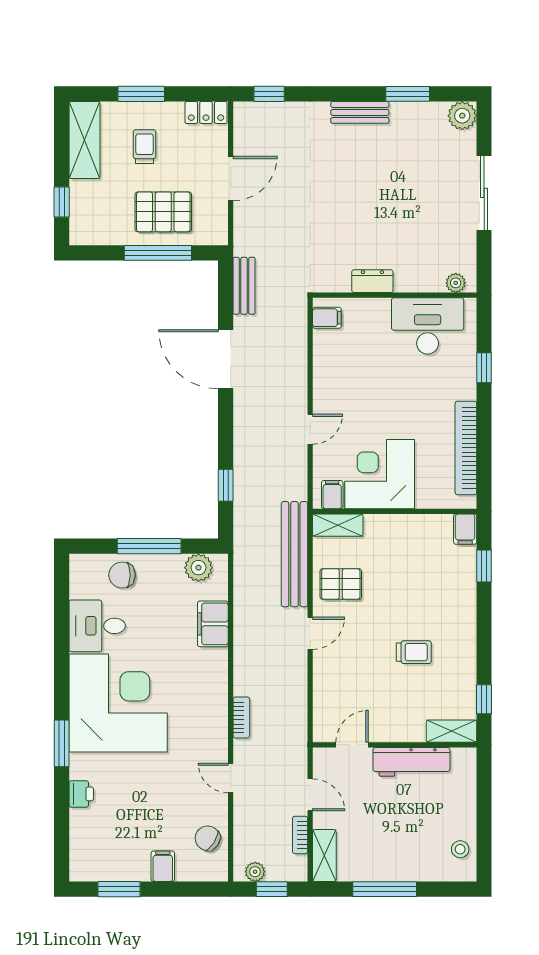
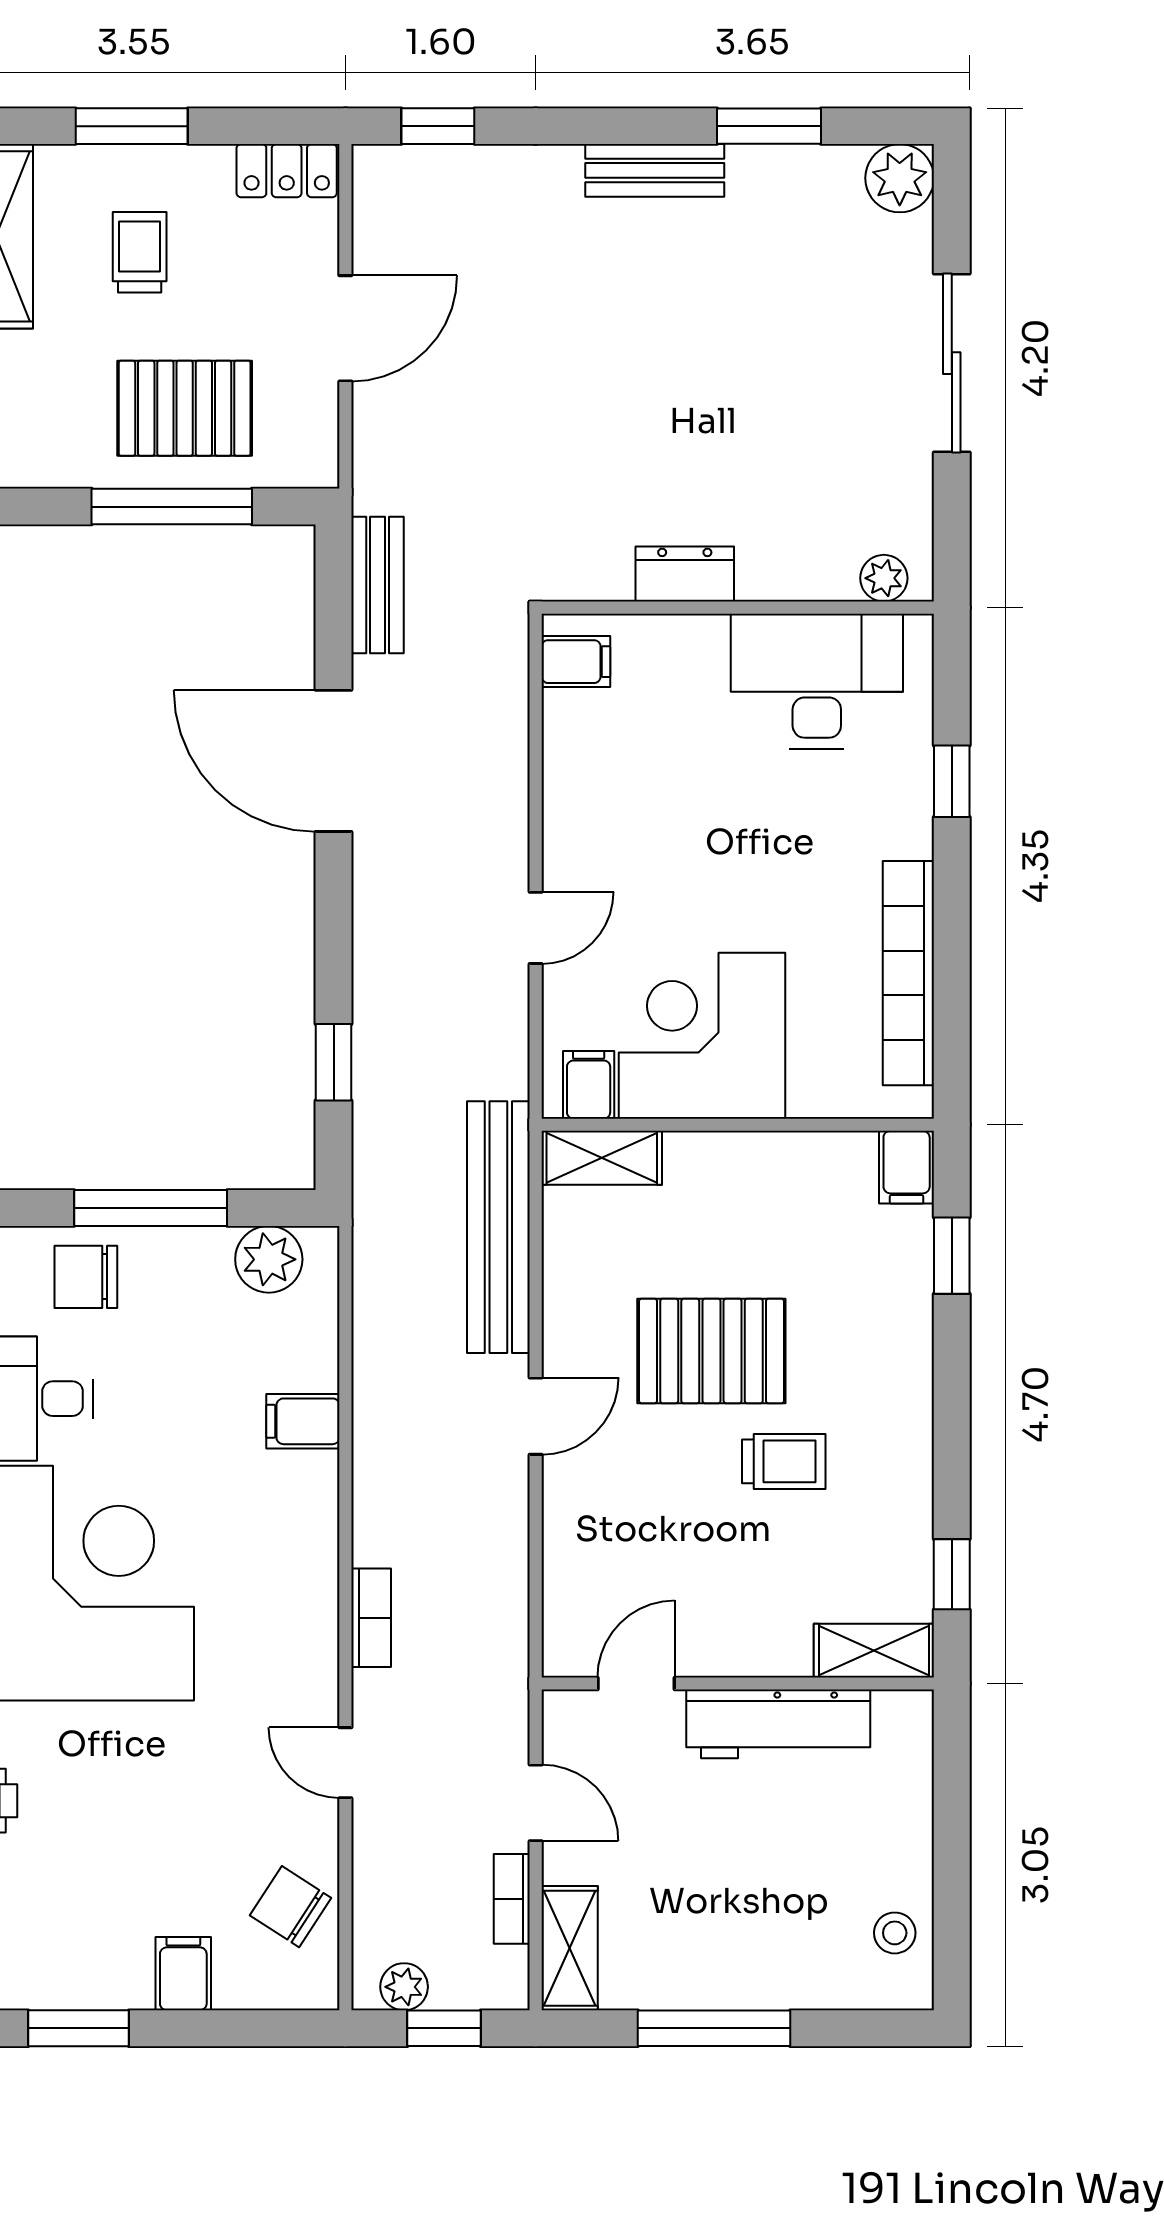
pallet: (341, 584) -> (711, 1351), moved, width x1.50, depth x1.42
filing cabinet: (213, 624) -> (303, 1421), width x0.50

